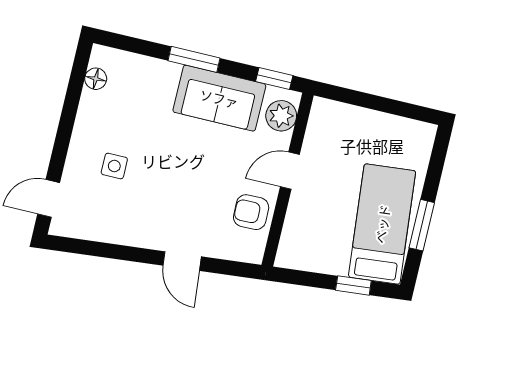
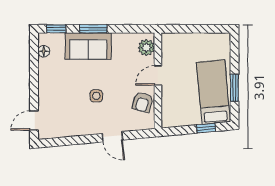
window: (274, 79) -> (56, 29), moved
sofa: (219, 98) -> (88, 46), moved
side table: (114, 166) -> (96, 96), moved
armchair: (251, 212) -> (143, 102), turned -74

